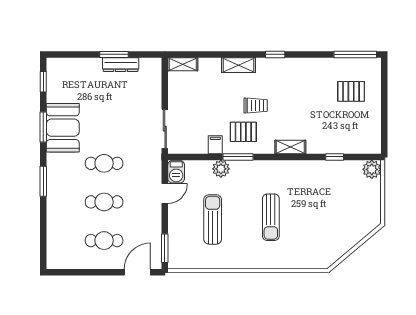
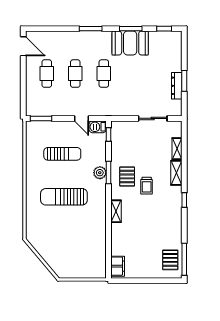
shelving: (183, 64) -> (177, 149), moved
pallet: (351, 91) -> (170, 260), moved
sliding door: (165, 129) -> (153, 118), moved
filing cabinet: (215, 145) -> (118, 266), moved, width x2.00
window: (335, 157) -> (108, 134), moved
plant: (221, 169) -> (100, 173), moved
plant: (372, 169) -> (99, 271), removed
sun lounger: (271, 217) -> (64, 197), width x1.36, depth x1.34
door: (137, 272) -> (23, 46), moved

